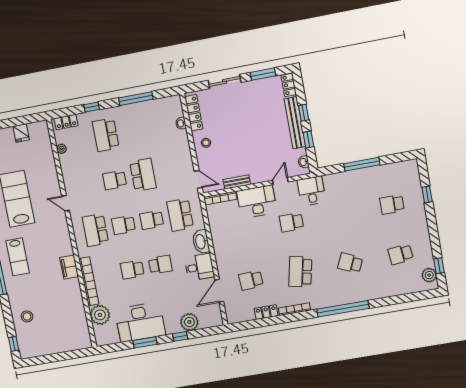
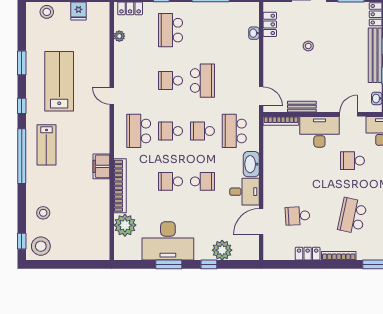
locker: (194, 113) -> (270, 24), width x0.66
stool: (206, 143) -> (308, 46), moved
stool: (31, 346) -> (41, 246), added

